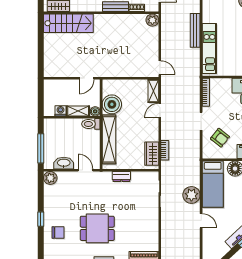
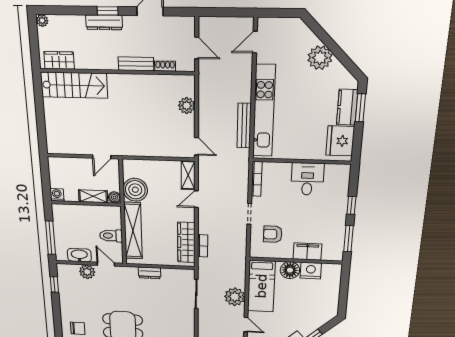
plant: (152, 20) -> (187, 106), moved
bench: (195, 30) -> (244, 126), moved
kitchen unit: (209, 49) -> (264, 111), width x1.36
washing machine: (60, 111) -> (57, 195), moved
toilet: (91, 124) -> (111, 236), moved
armchair: (220, 138) -> (273, 234), turned 142
wardrobe: (152, 154) -> (186, 242), width x1.50
plant: (50, 178) -> (87, 272), moved
window: (41, 219) -> (54, 284), moved

